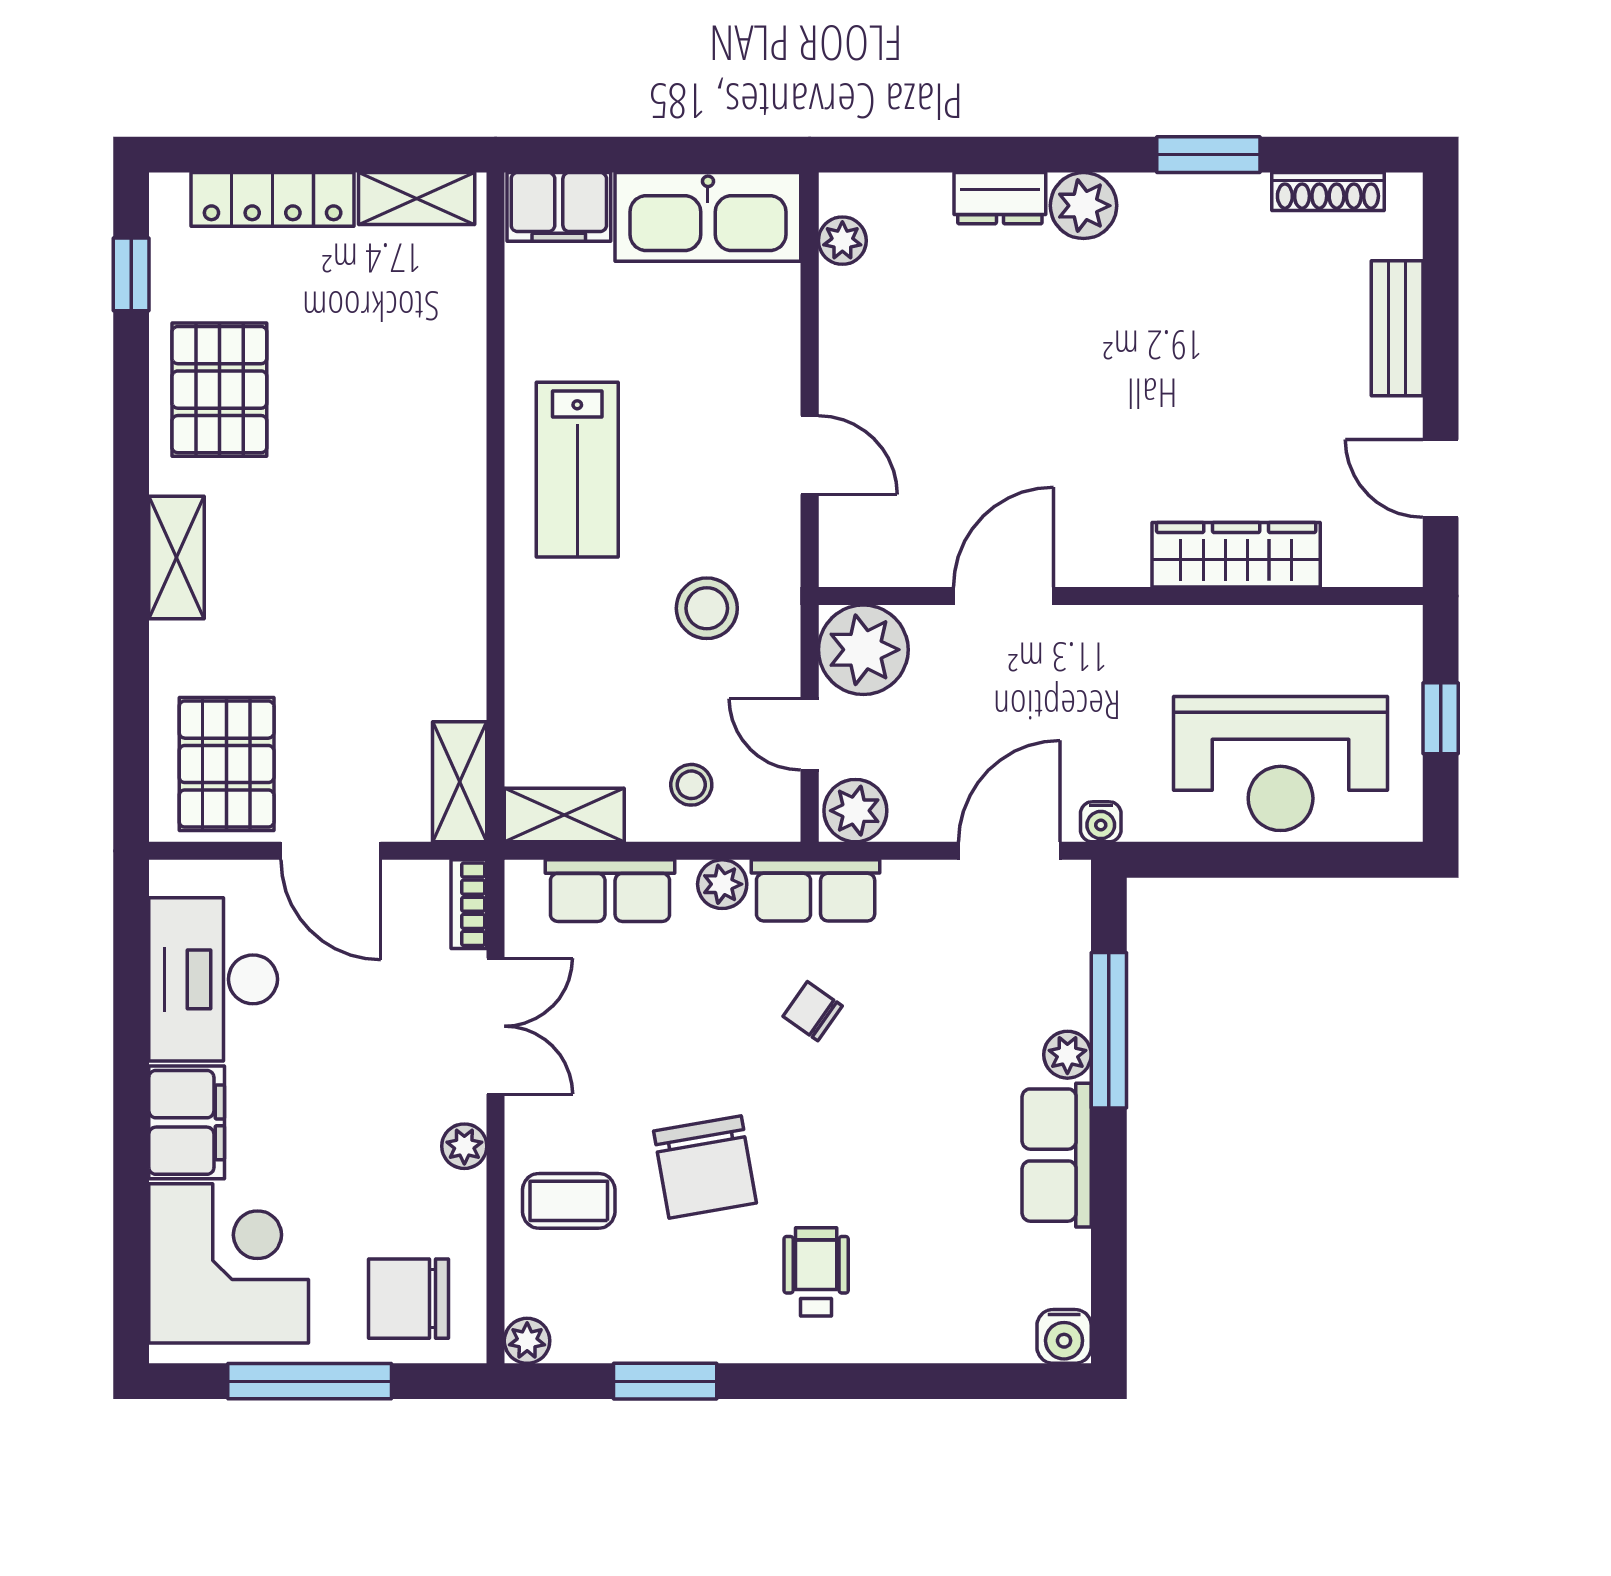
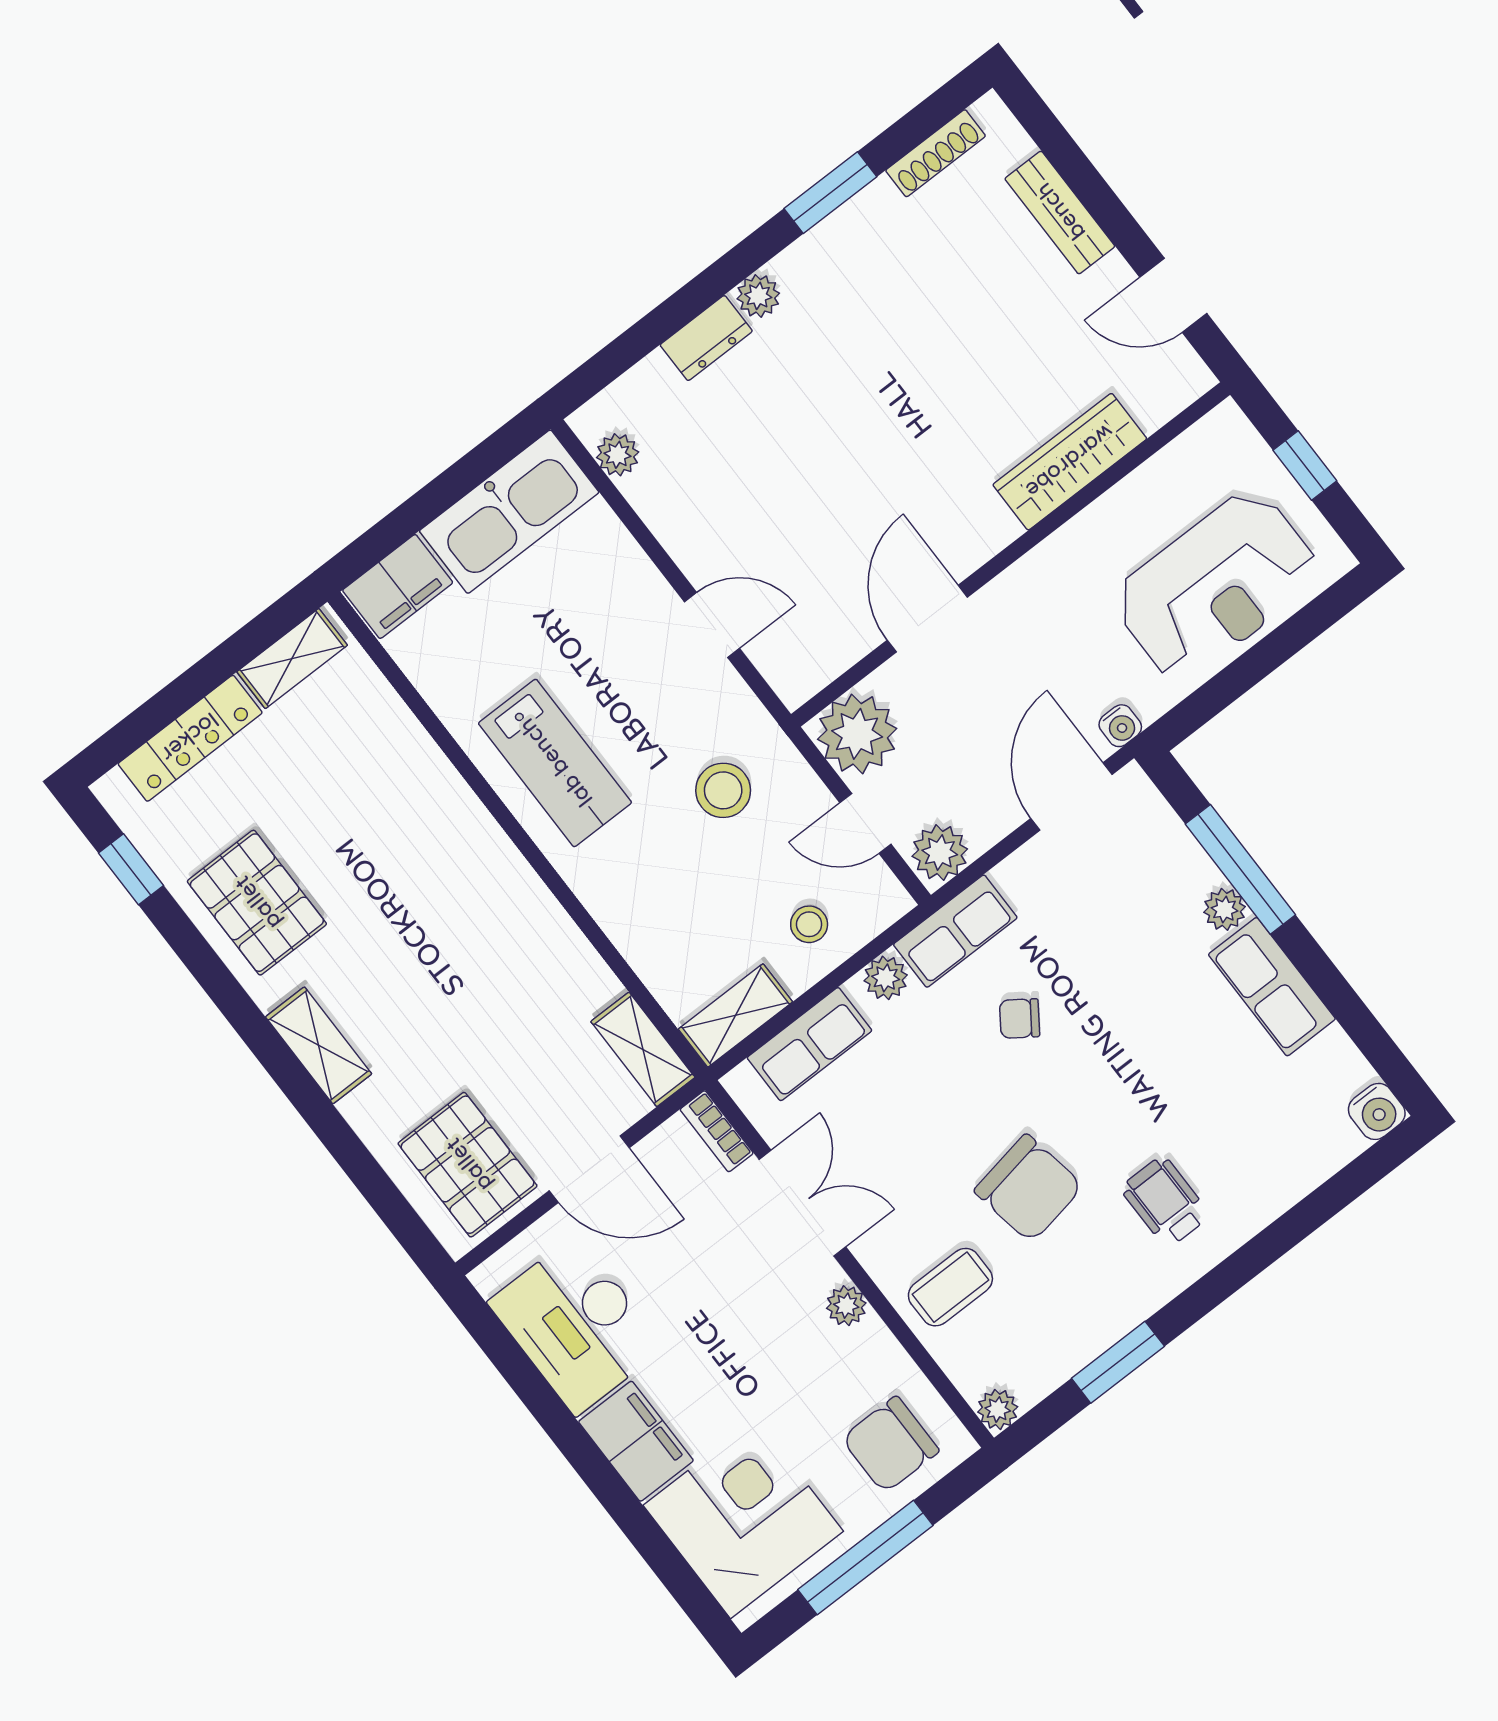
plant: (1084, 206) -> (758, 296), width x0.73, depth x0.73

